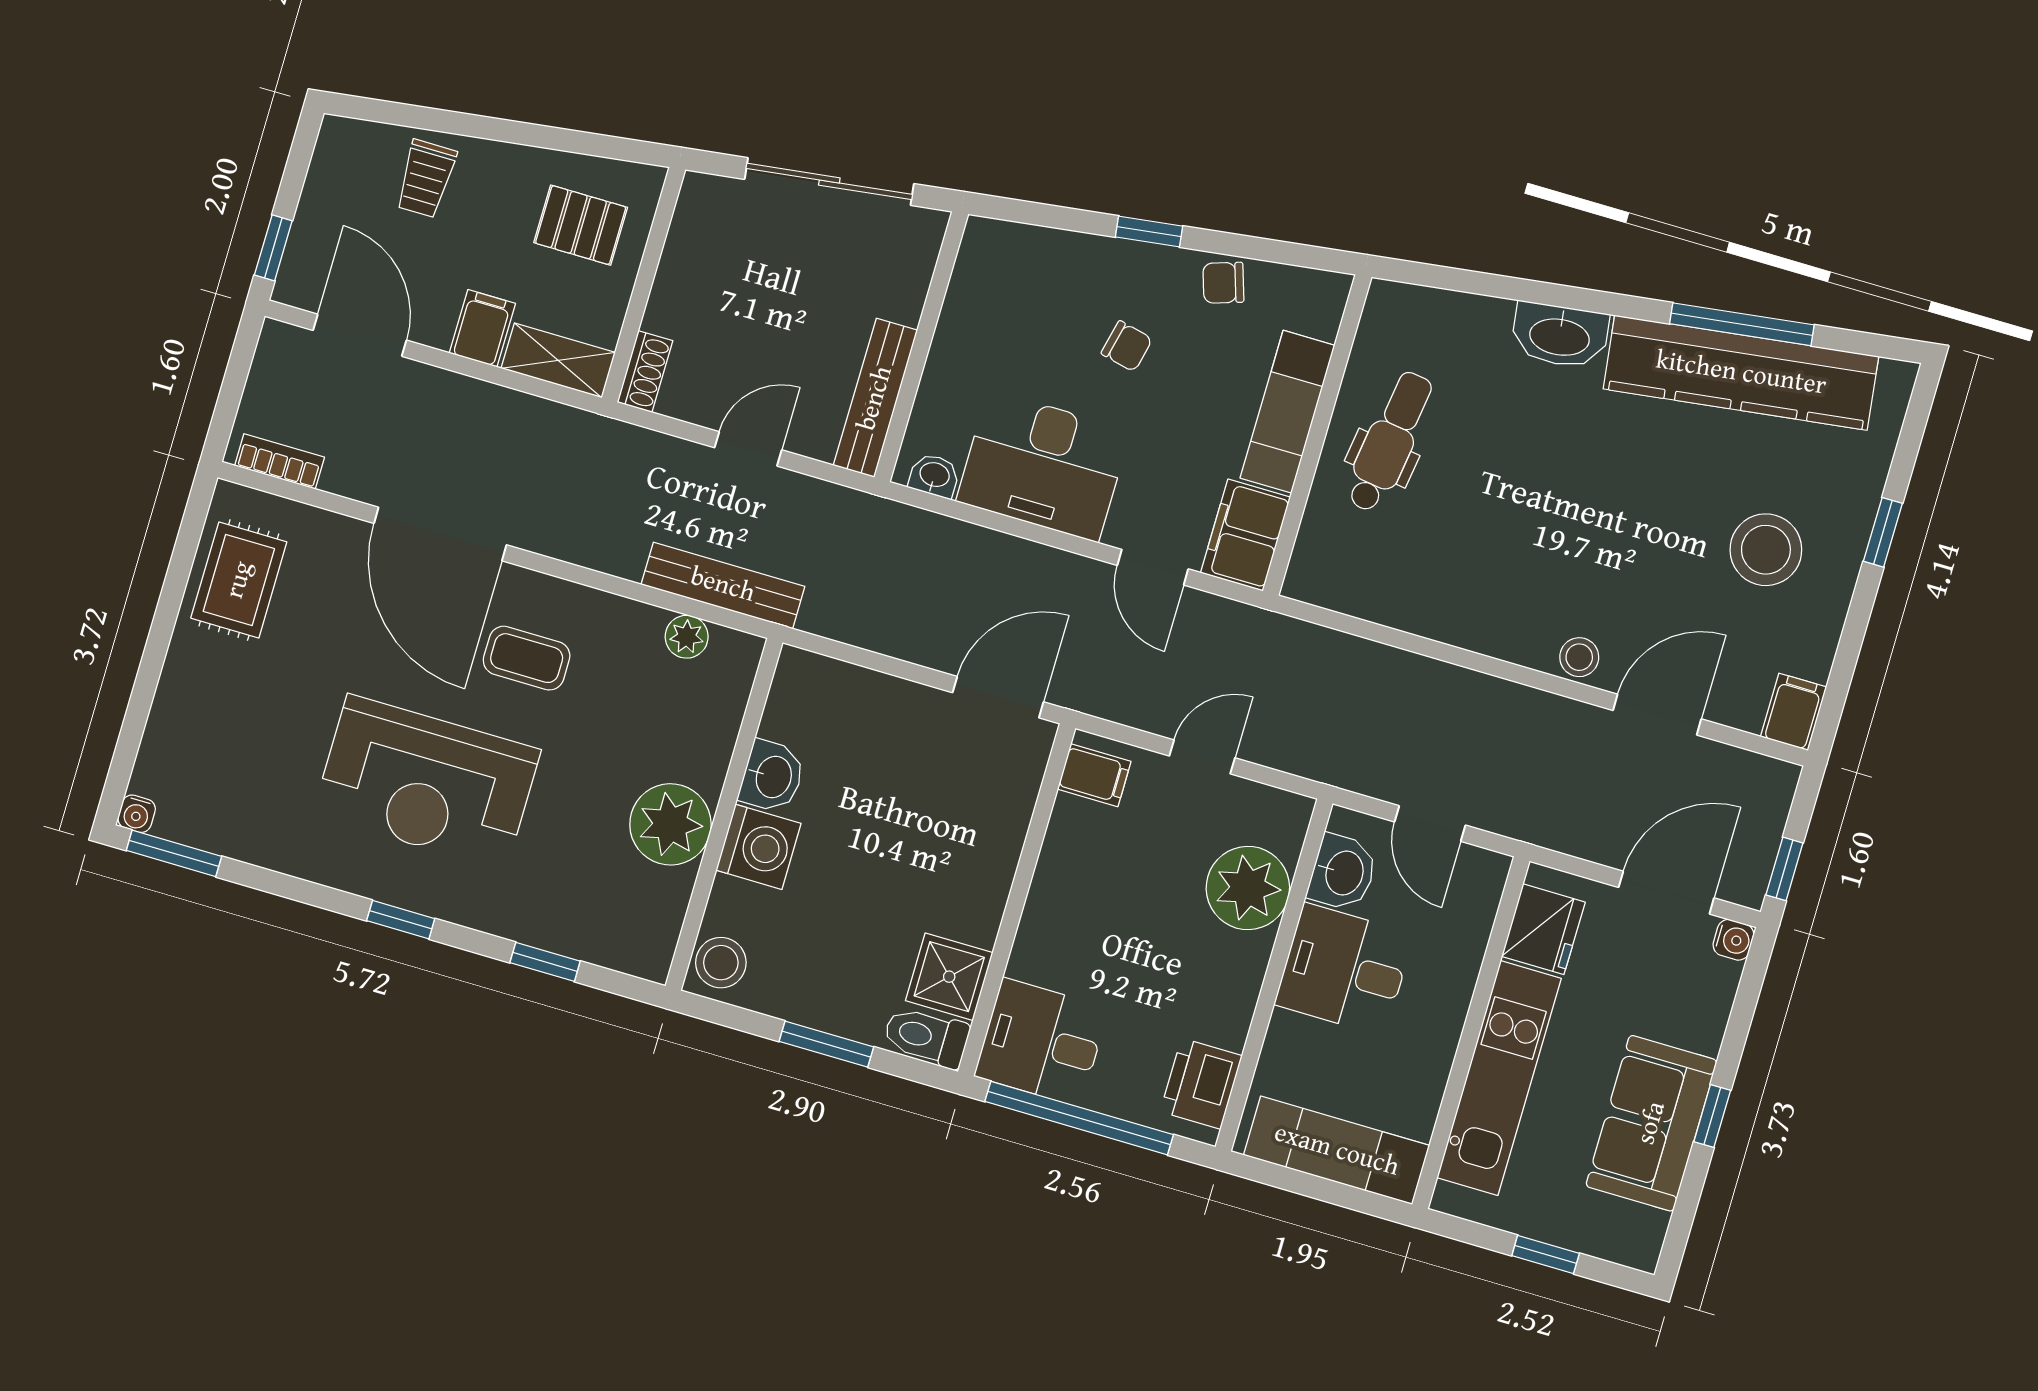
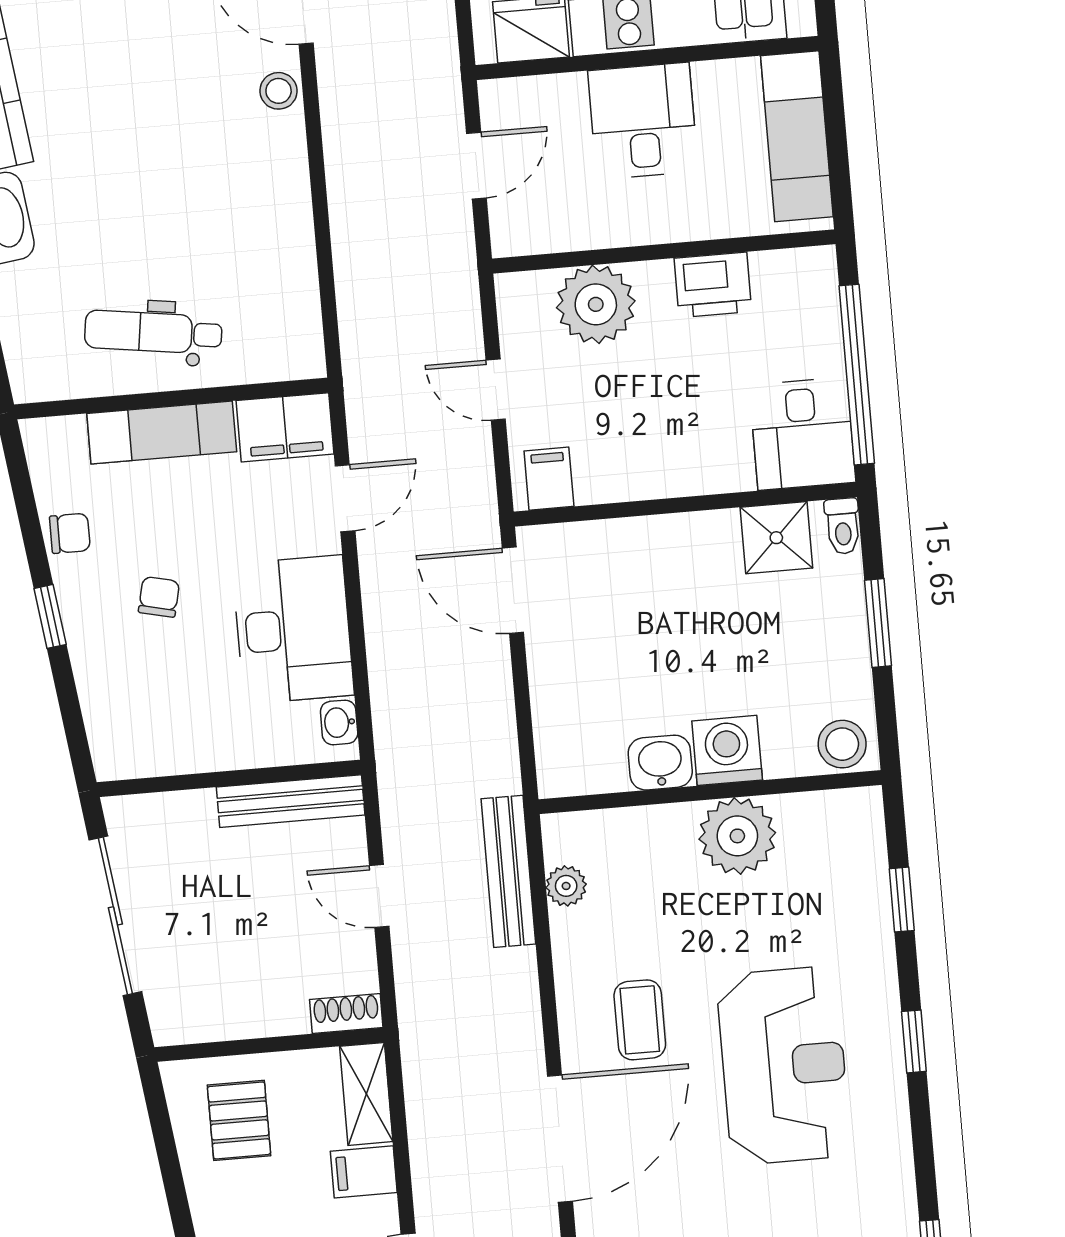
chair: (1223, 283) -> (70, 533), turned -72
washbasin: (1343, 873) -> (550, 226), removed
desk: (1344, 969) -> (643, 121), moved, turned 180
toilet: (926, 1037) -> (843, 526), width x0.73, depth x0.72
printer: (1201, 1084) -> (713, 285), moved

